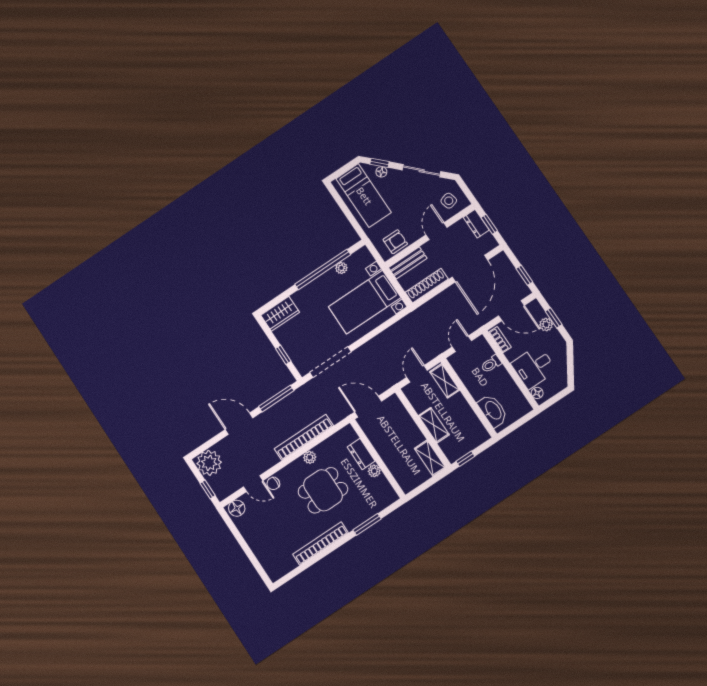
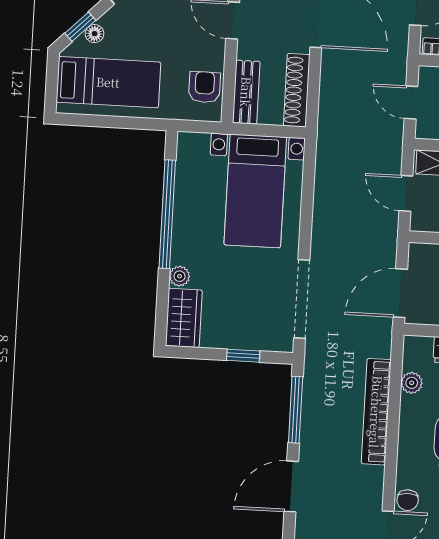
plant: (341, 268) -> (180, 276), moved
plant: (310, 457) -> (412, 383), moved

